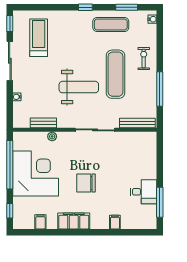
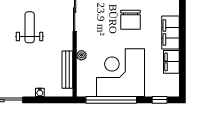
weight bench: (79, 87) -> (30, 27), width x0.73, depth x0.75
bench: (43, 123) -> (67, 70), width x1.36
filing cabinet: (40, 222) -> (171, 62), width x2.00

